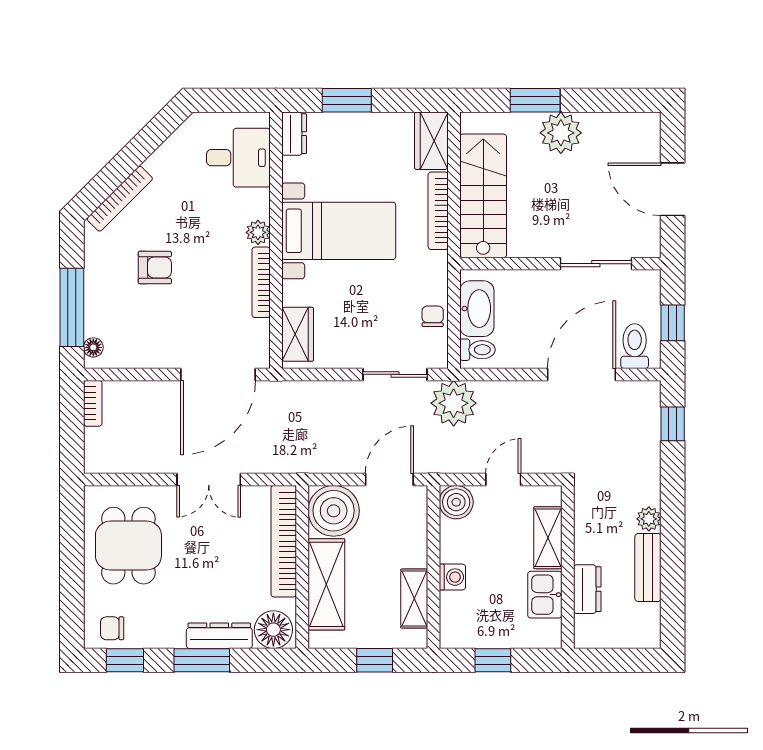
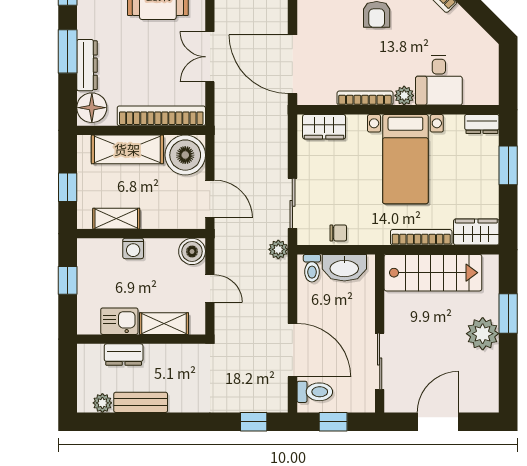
desk: (238, 158) -> (439, 80), moved
plant: (454, 403) -> (278, 249), width x0.53, depth x0.53
plant: (649, 519) -> (102, 403), moved

